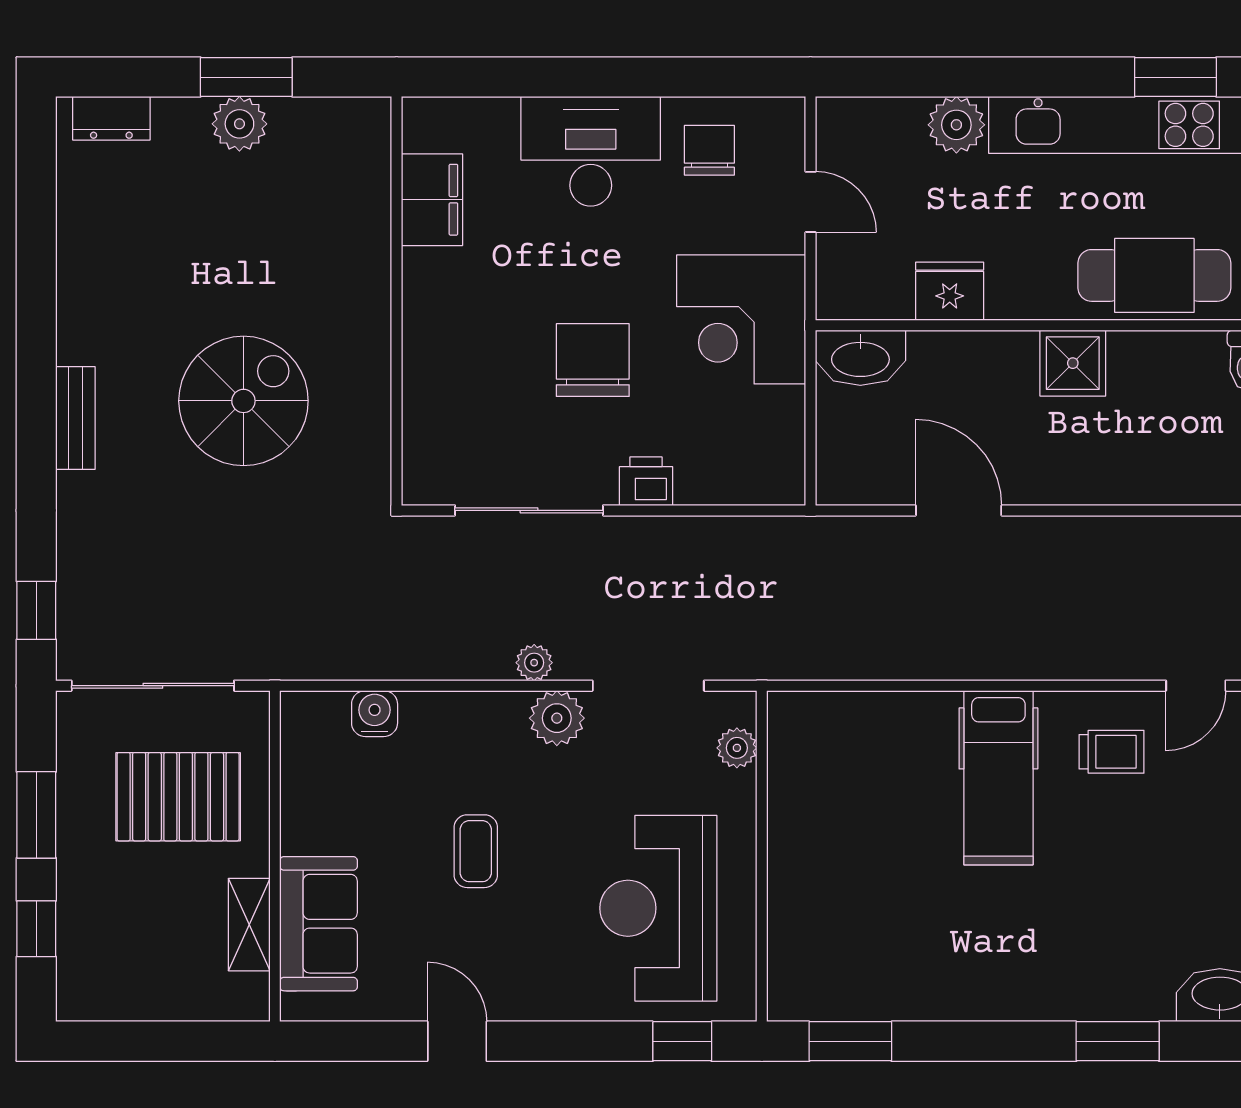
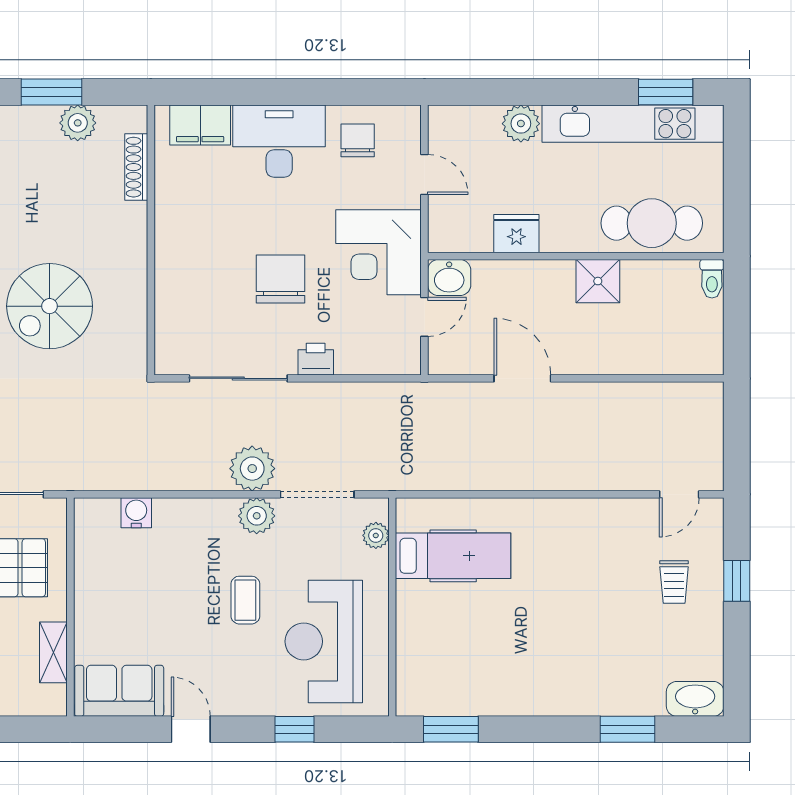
plant: (239, 124) -> (78, 123), moved
shoe rack: (375, 191) -> (136, 167), added
filing cabinet: (432, 200) -> (200, 125), moved, turned 90
washbasin: (860, 358) -> (449, 278), width x0.72
spiral stairs: (243, 401) -> (50, 306), turned 180
door: (811, 417) -> (424, 317), added
plant: (534, 663) -> (252, 469), width x1.87, depth x1.87
trolley: (1111, 752) -> (674, 582), moved, turned 90
hospital bed: (998, 778) -> (453, 556), moved, turned -90
coffee table: (476, 851) -> (245, 600), moved
sofa: (319, 924) -> (119, 691), moved, turned -90
window: (682, 1041) -> (294, 729), moved

